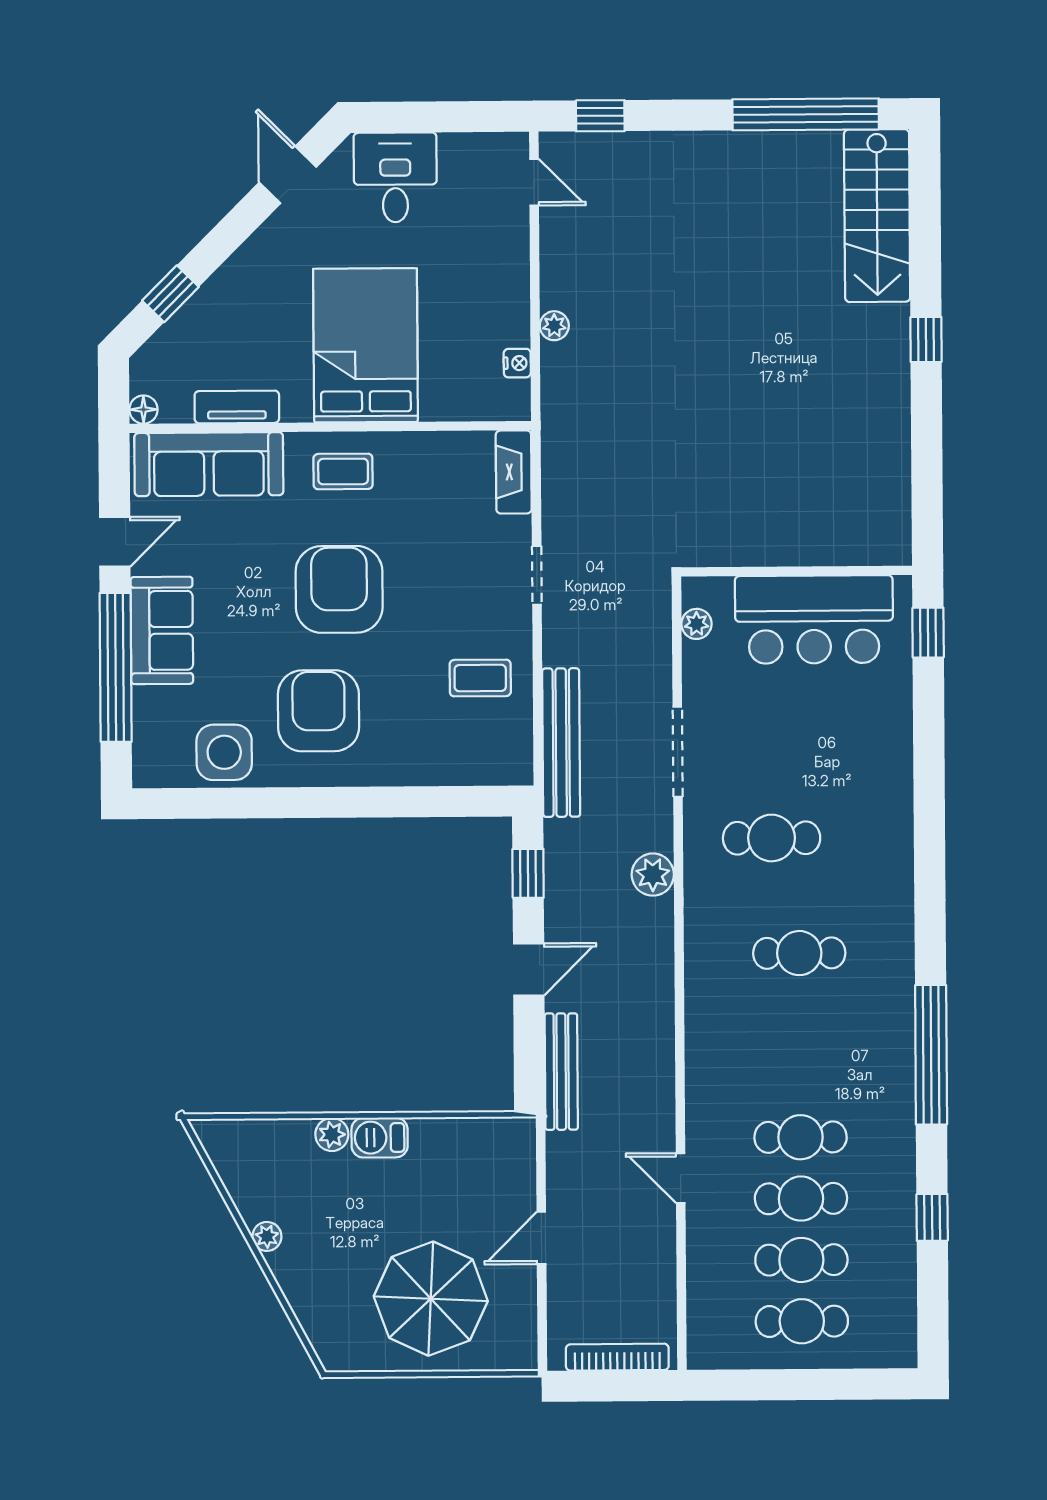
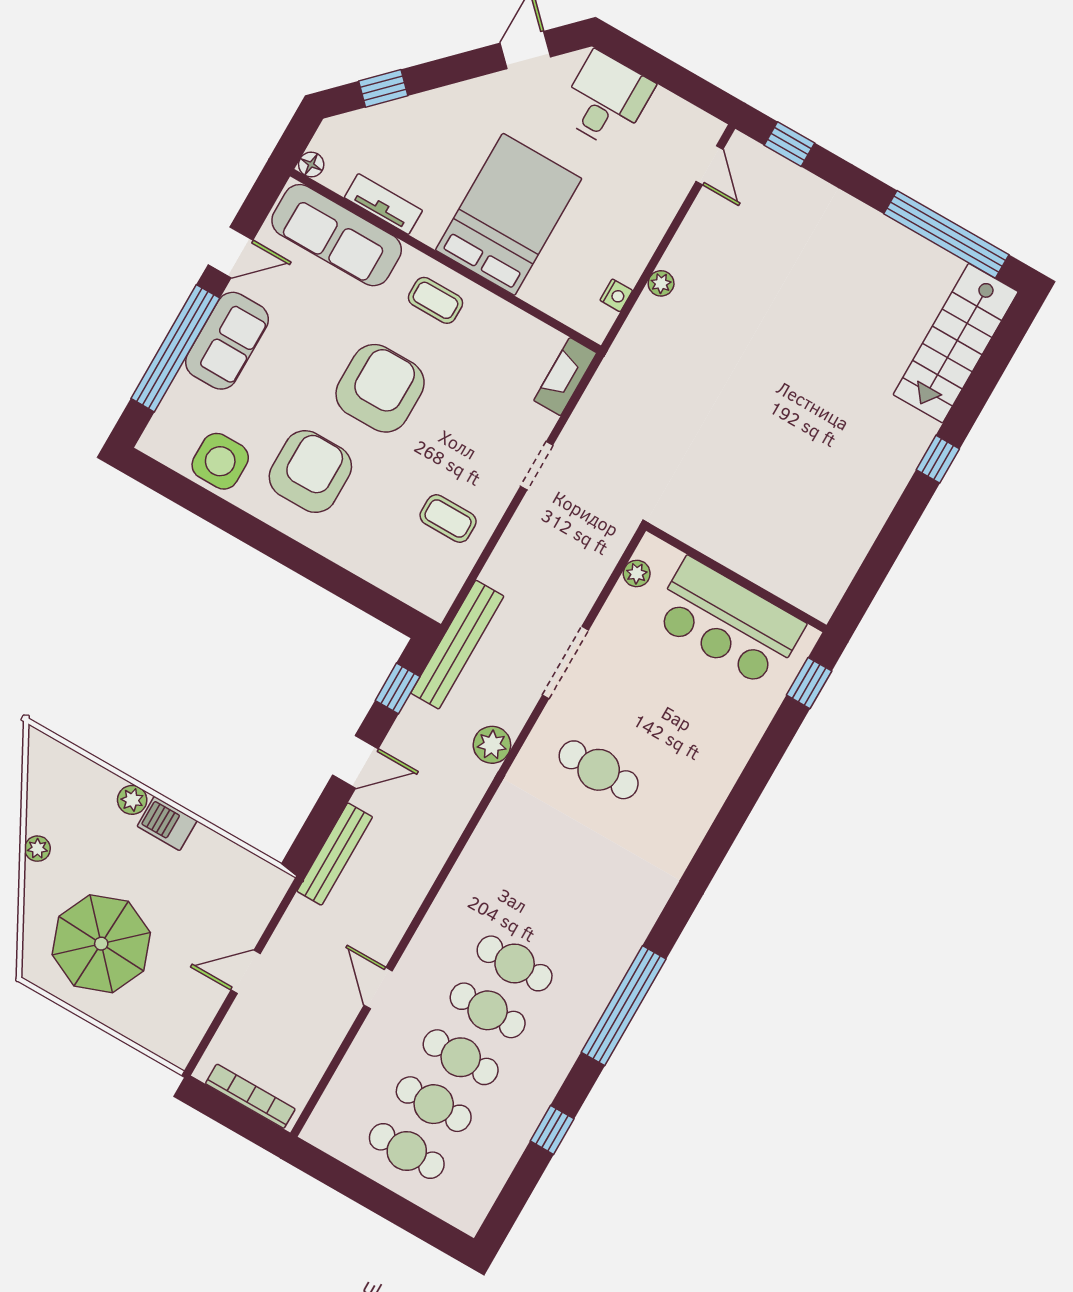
bench: (561, 743) -> (457, 645), moved
cafe table: (799, 953) -> (515, 963), moved
parasol: (431, 1299) -> (101, 944), moved

